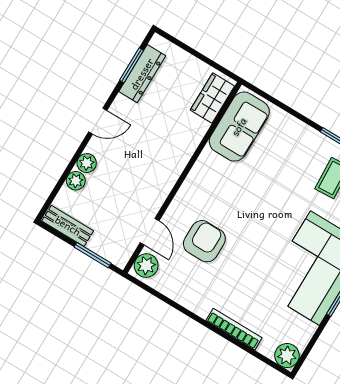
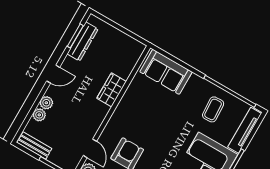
wardrobe: (212, 98) -> (112, 90), moved
sofa: (239, 127) -> (166, 72), moved, turned 90

